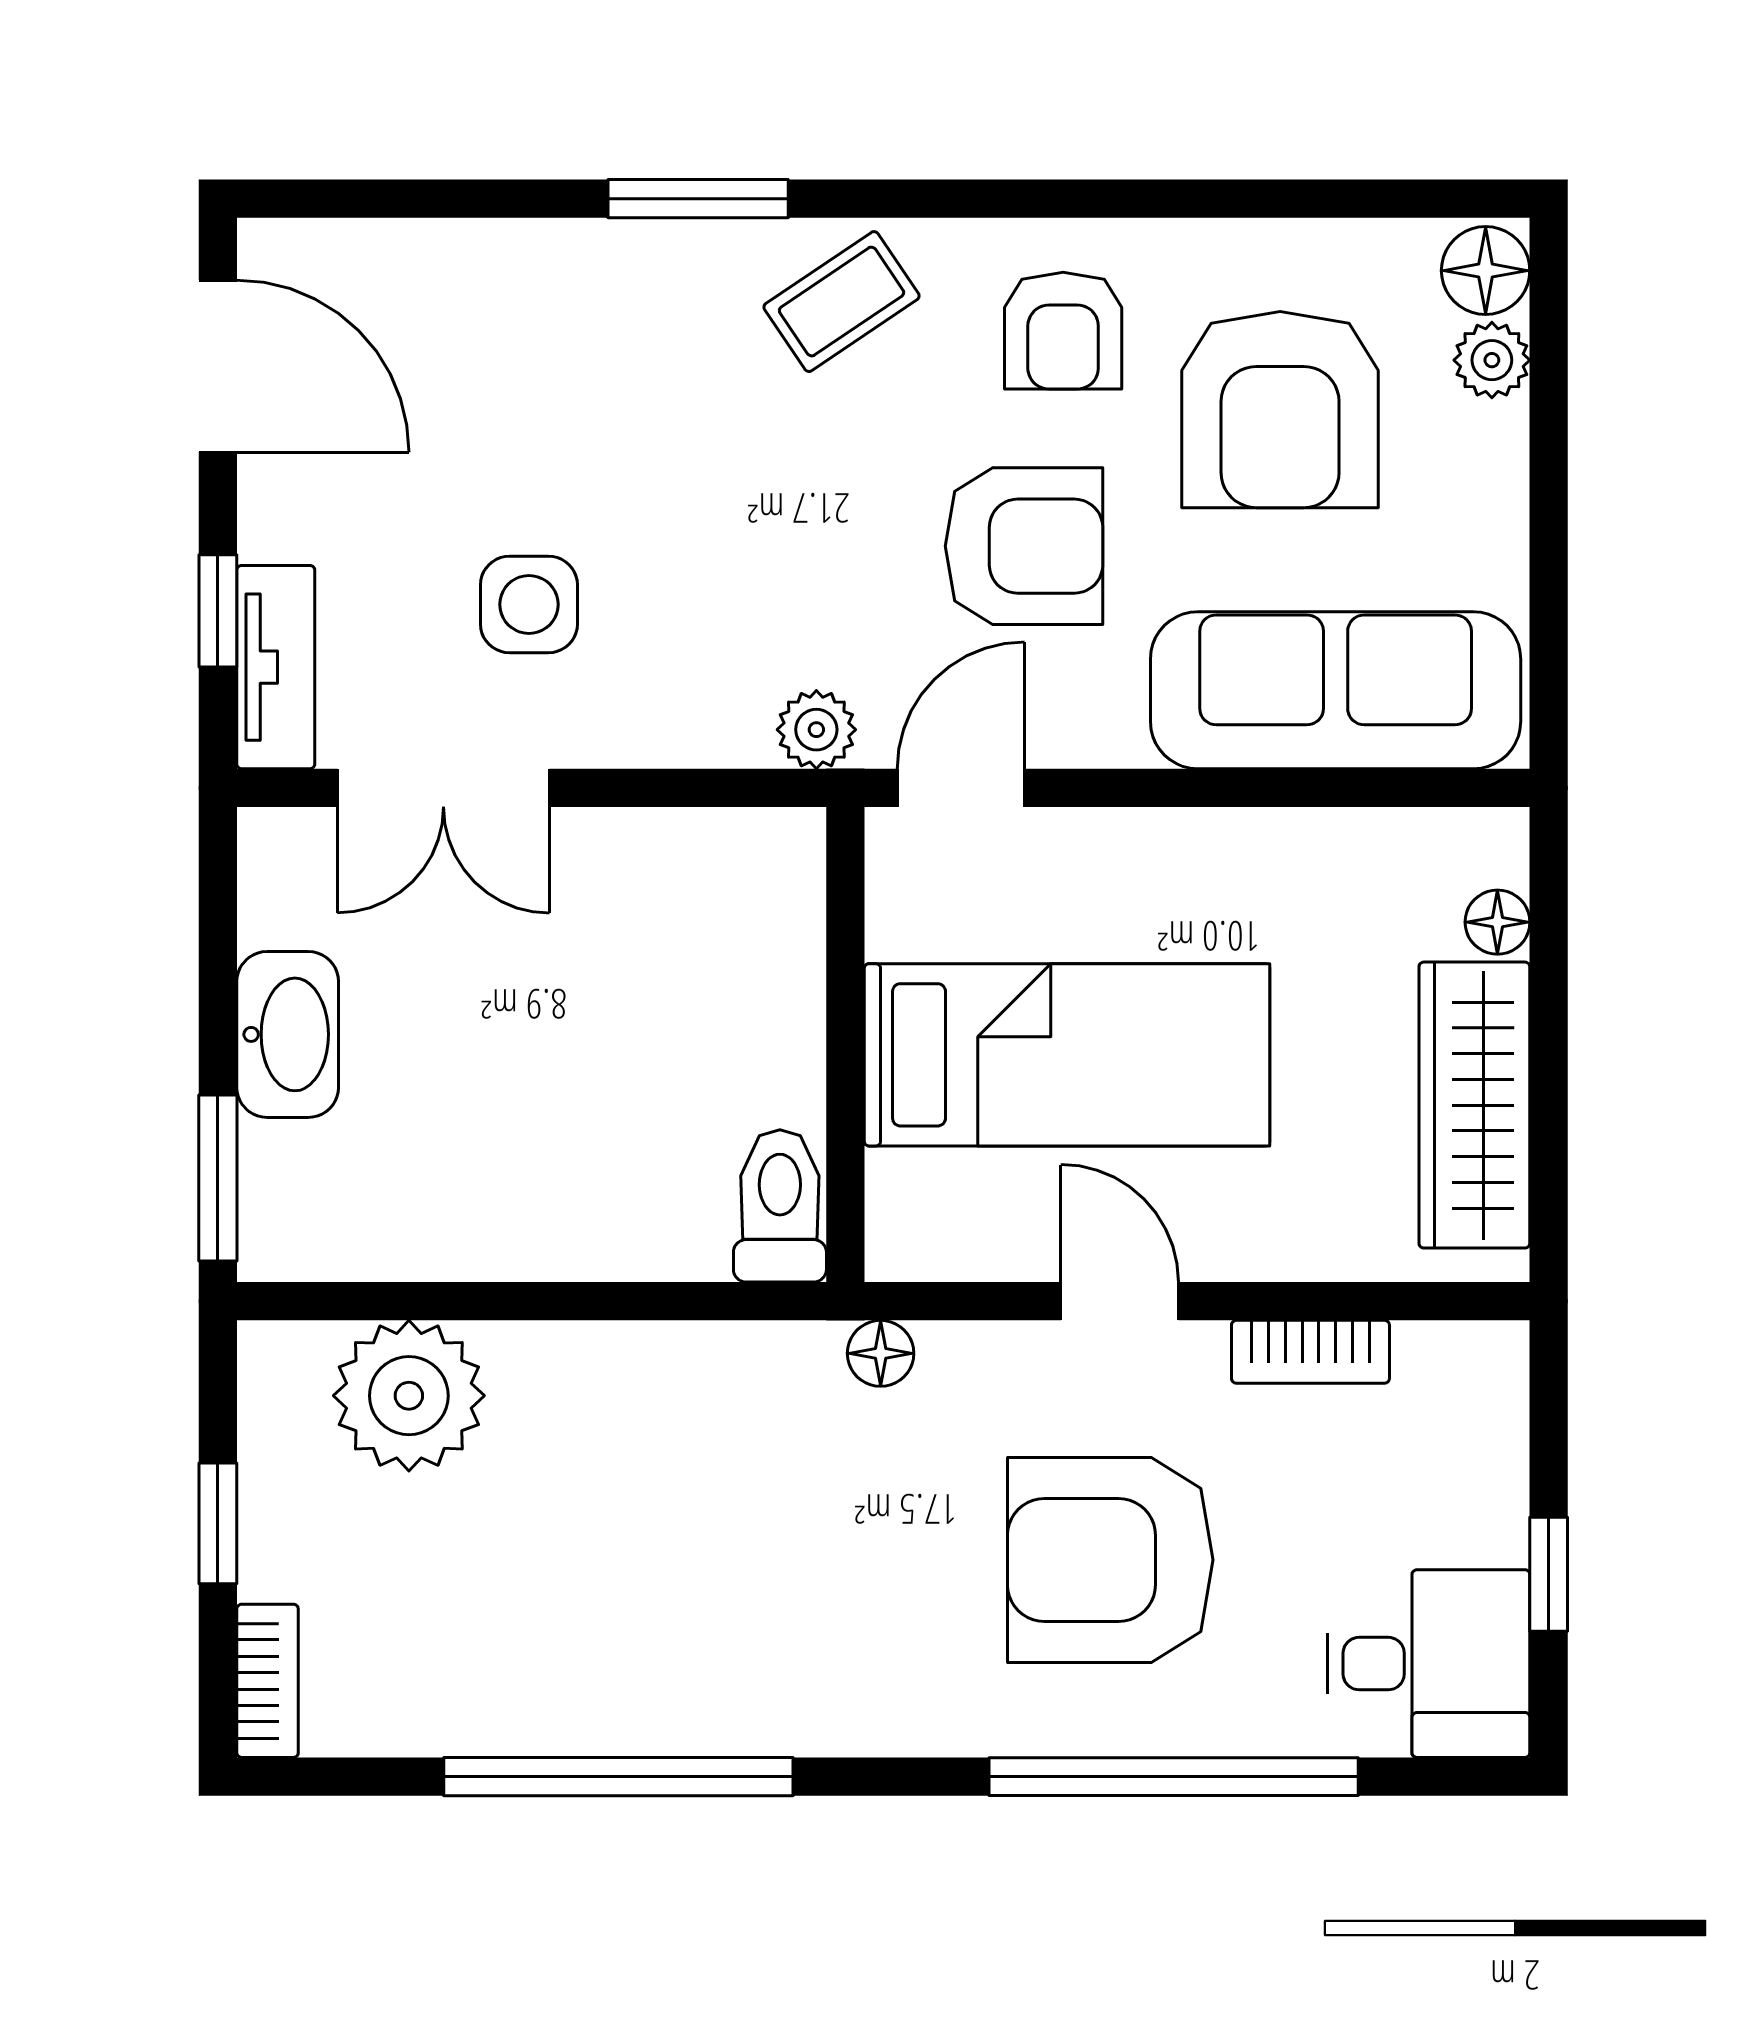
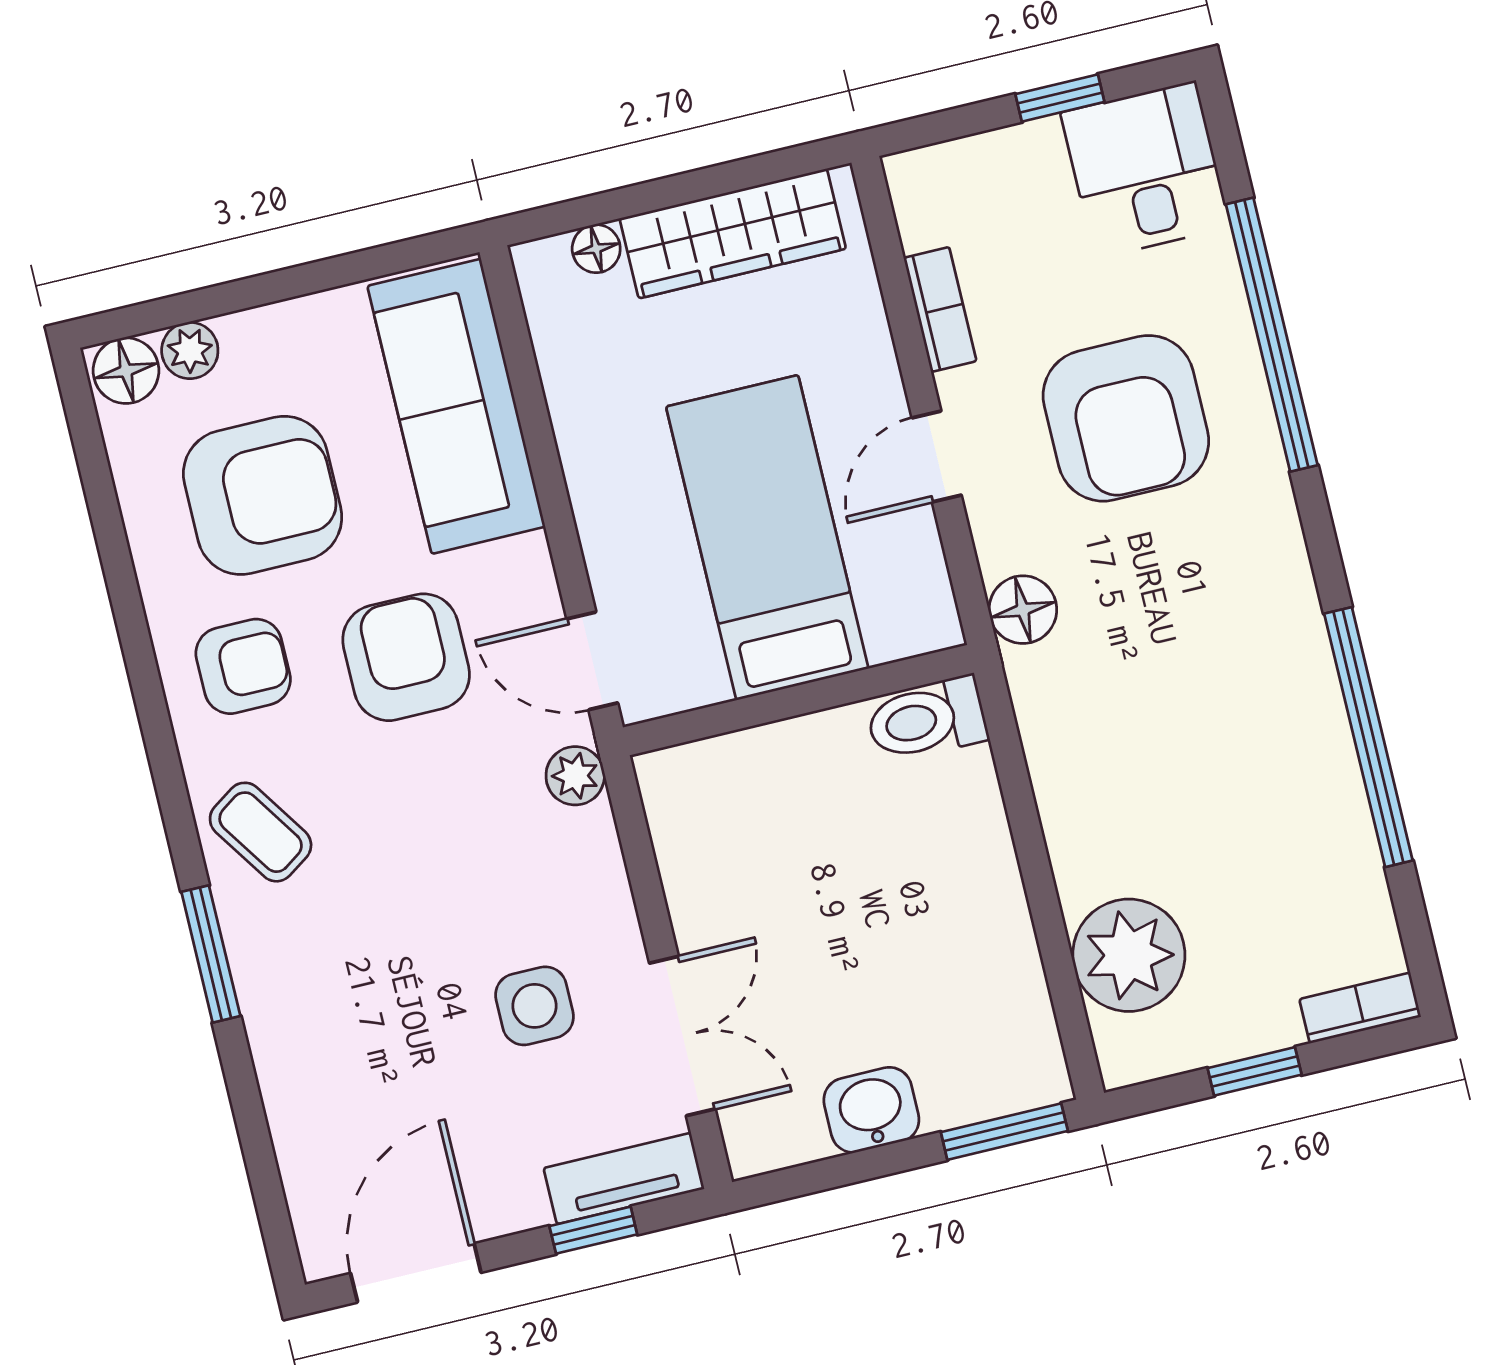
washbasin: (288, 1034) -> (871, 1110), width x0.72
floor lamp: (881, 1353) -> (1023, 610), width x1.37, depth x1.37

